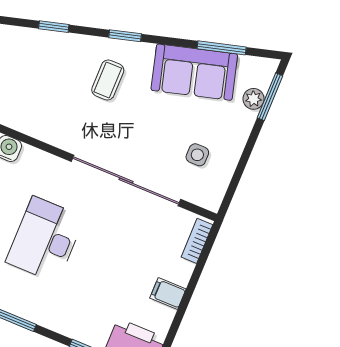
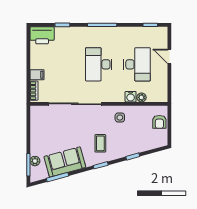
side table: (197, 155) -> (120, 118), moved
desk: (45, 240) -> (99, 64), turned 180
filing cabinet: (168, 294) -> (37, 75), moved

